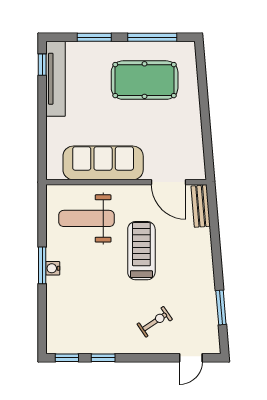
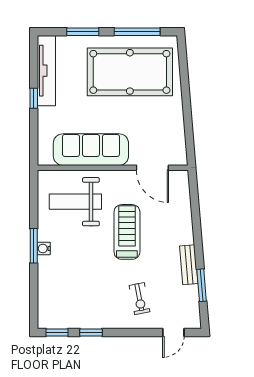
window: (42, 65) -> (34, 98), moved
pool table: (145, 80) -> (130, 72), width x1.36, depth x1.32
bench: (201, 206) -> (189, 265), moved
exercise bike: (155, 322) -> (139, 299), turned 113

